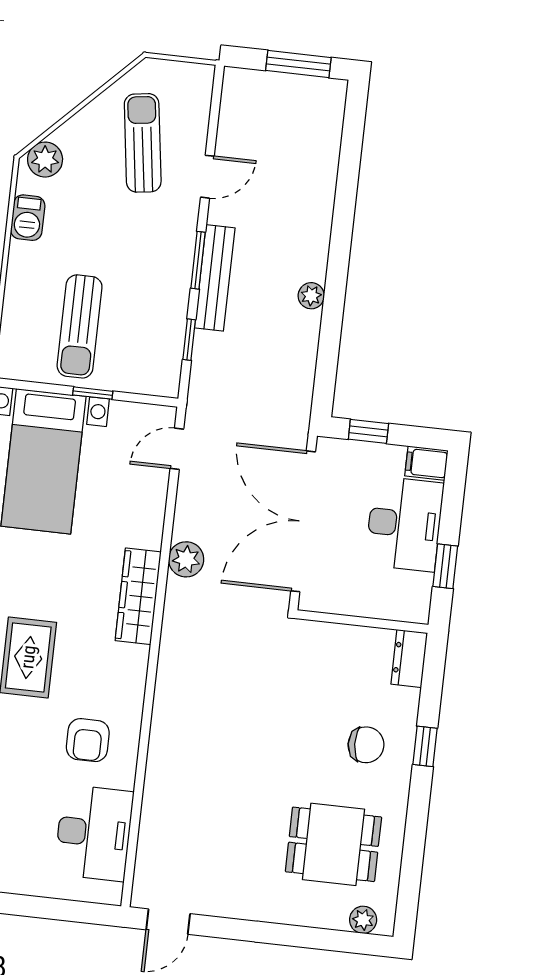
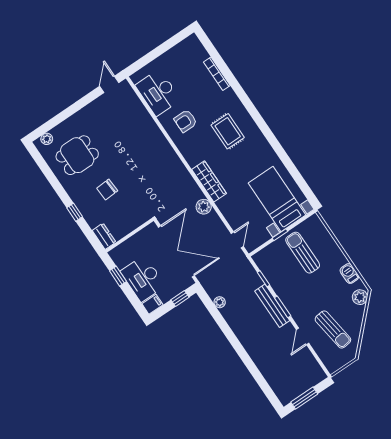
plant: (311, 296) -> (220, 302), moved
armchair: (88, 740) -> (186, 121), turned -90
chair: (366, 745) -> (107, 189), moved

